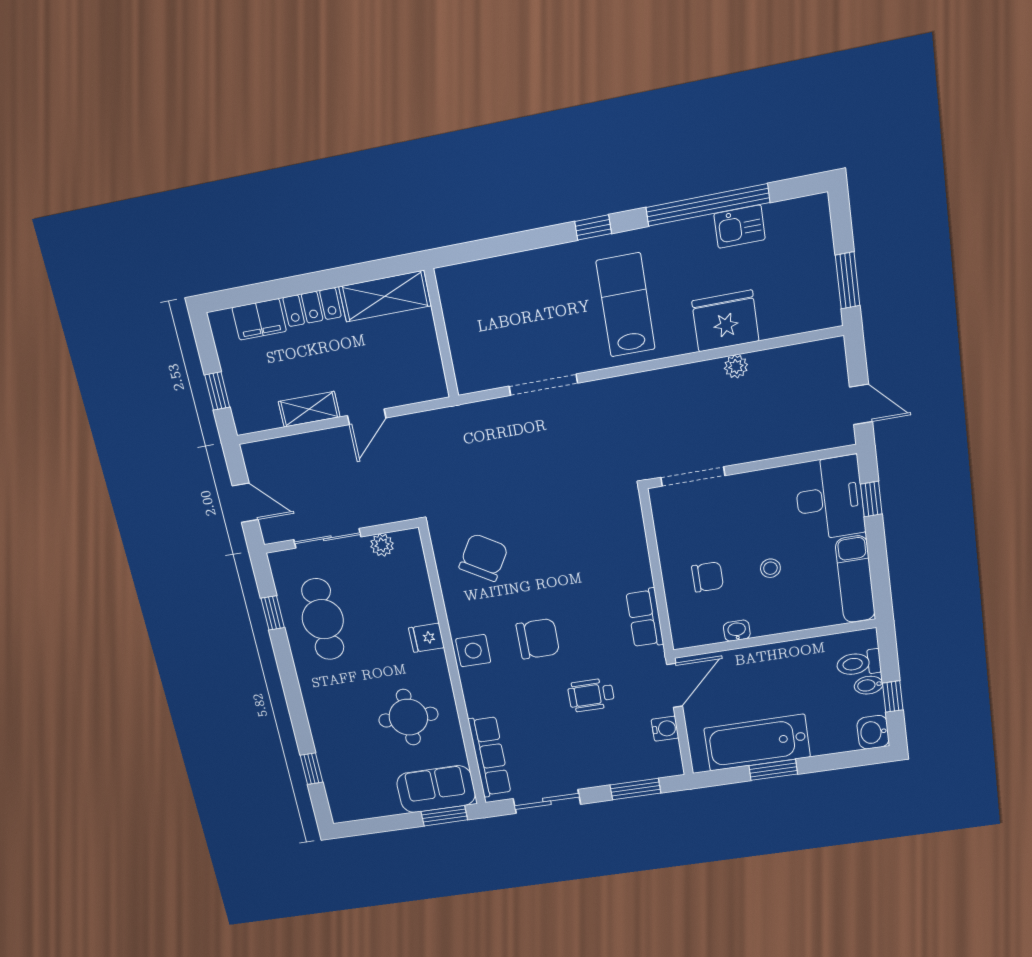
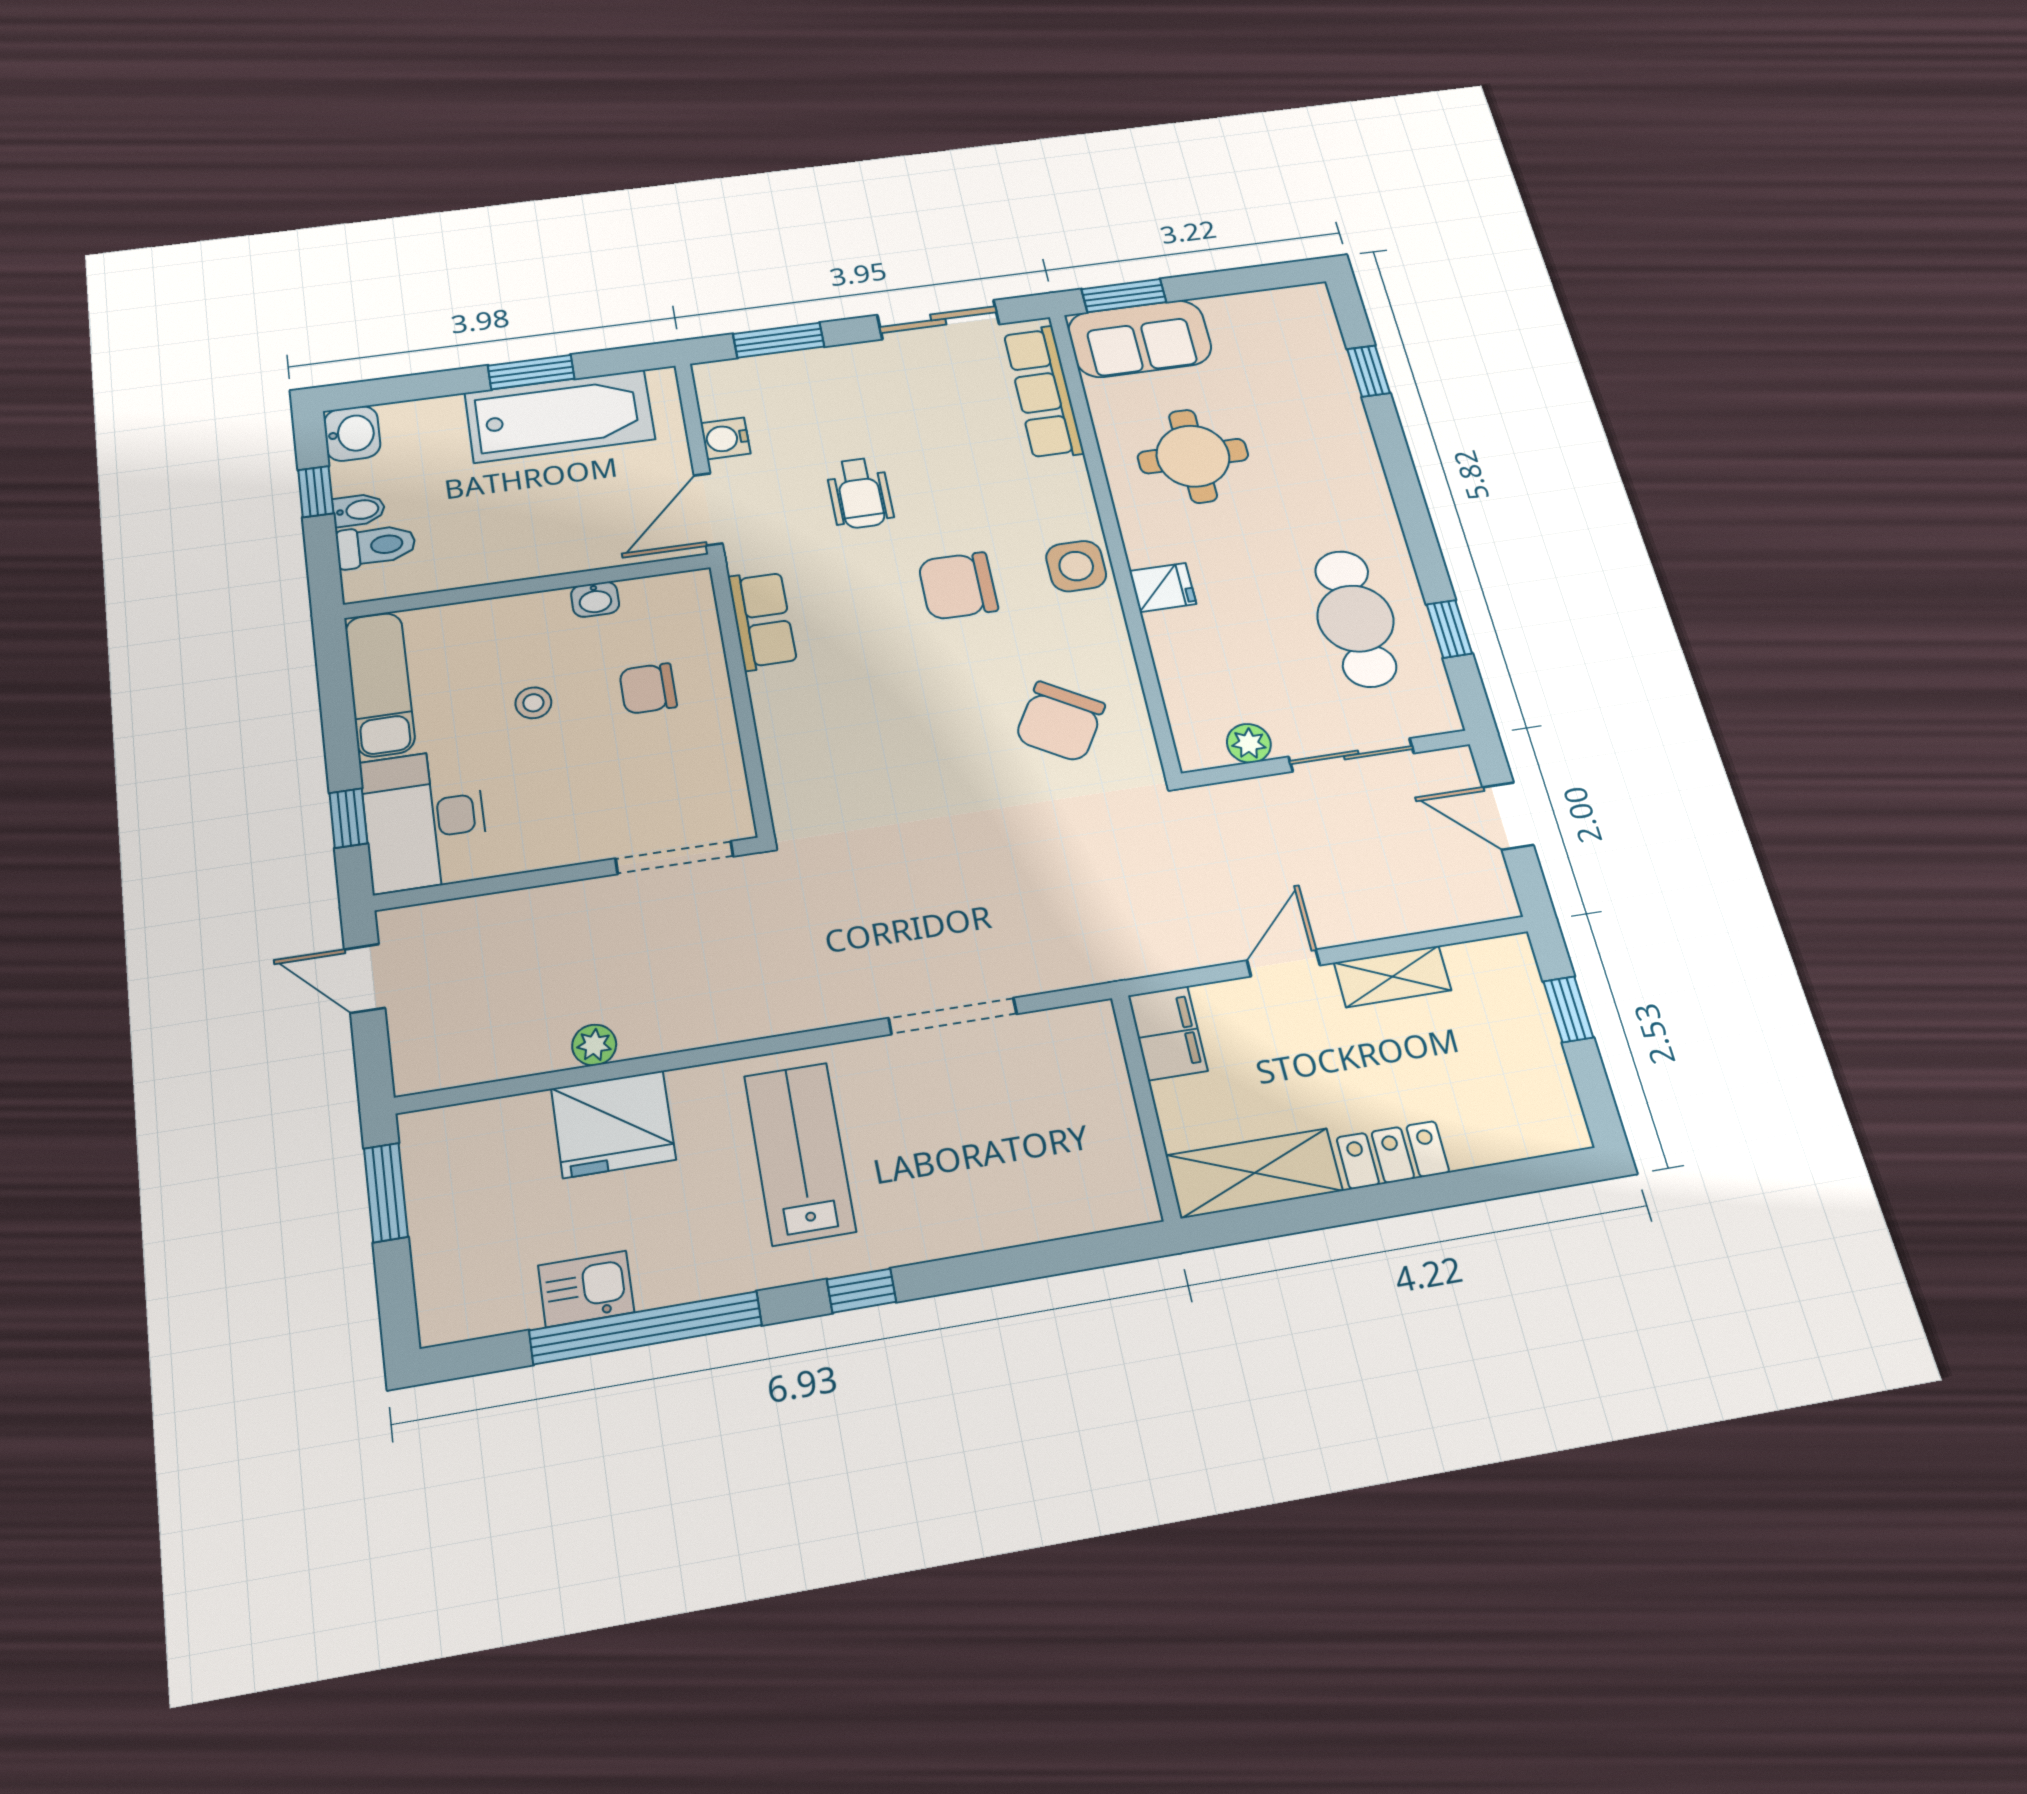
lab bench: (626, 305) -> (800, 1153), turned 180
filing cabinet: (259, 319) -> (1168, 1033), moved, turned 90
wheelchair: (591, 695) -> (860, 493), turned 90

